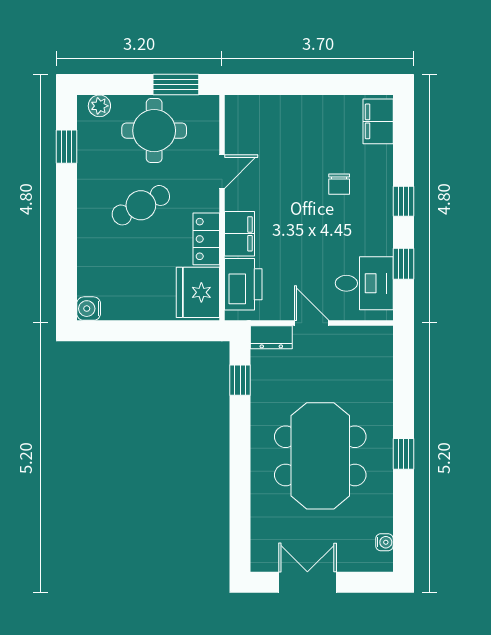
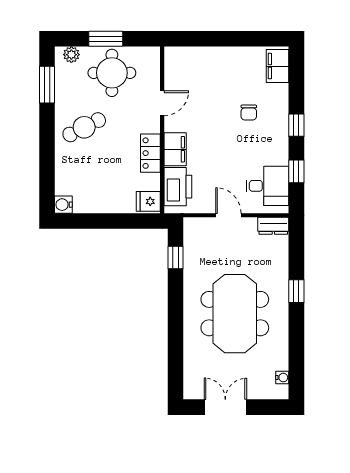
window: (176, 84) -> (106, 39), moved
window: (66, 147) -> (47, 85), width x1.50
cafe table: (141, 205) -> (84, 127), moved
fridge: (198, 292) -> (148, 201), width x0.53, depth x0.75
dresser: (271, 337) -> (273, 226), moved
window: (403, 454) -> (296, 291), moved

